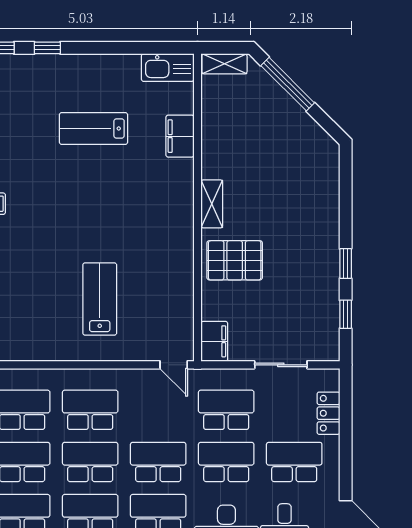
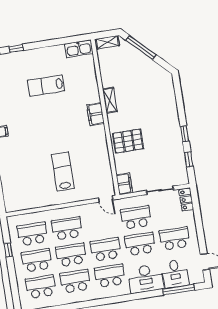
filing cabinet: (180, 136) -> (96, 114), moved
shelving: (212, 204) -> (110, 100), moved
locker: (328, 413) -> (186, 200), moved

